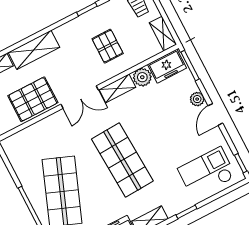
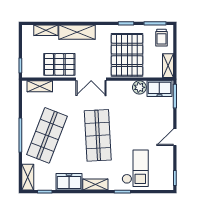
pallet: (108, 46) -> (127, 55), width x2.05, depth x2.00
shelving: (117, 88) -> (40, 86), moved
plant: (197, 99) -> (168, 121), removed
checkout: (207, 173) -> (135, 168), moved, turned 90

